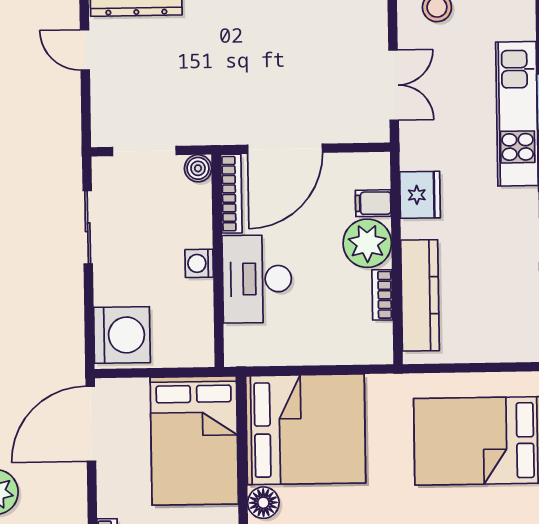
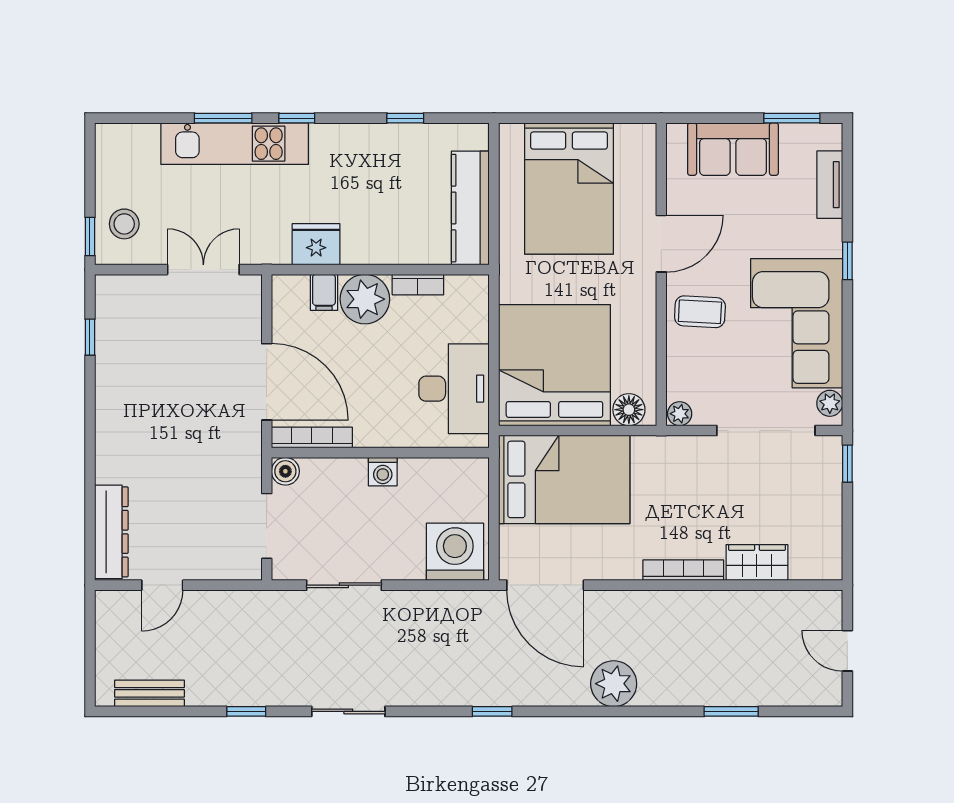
desk: (257, 279) -> (454, 389), moved, turned -90
kitchen counter: (420, 295) -> (470, 208), moved, turned -90

